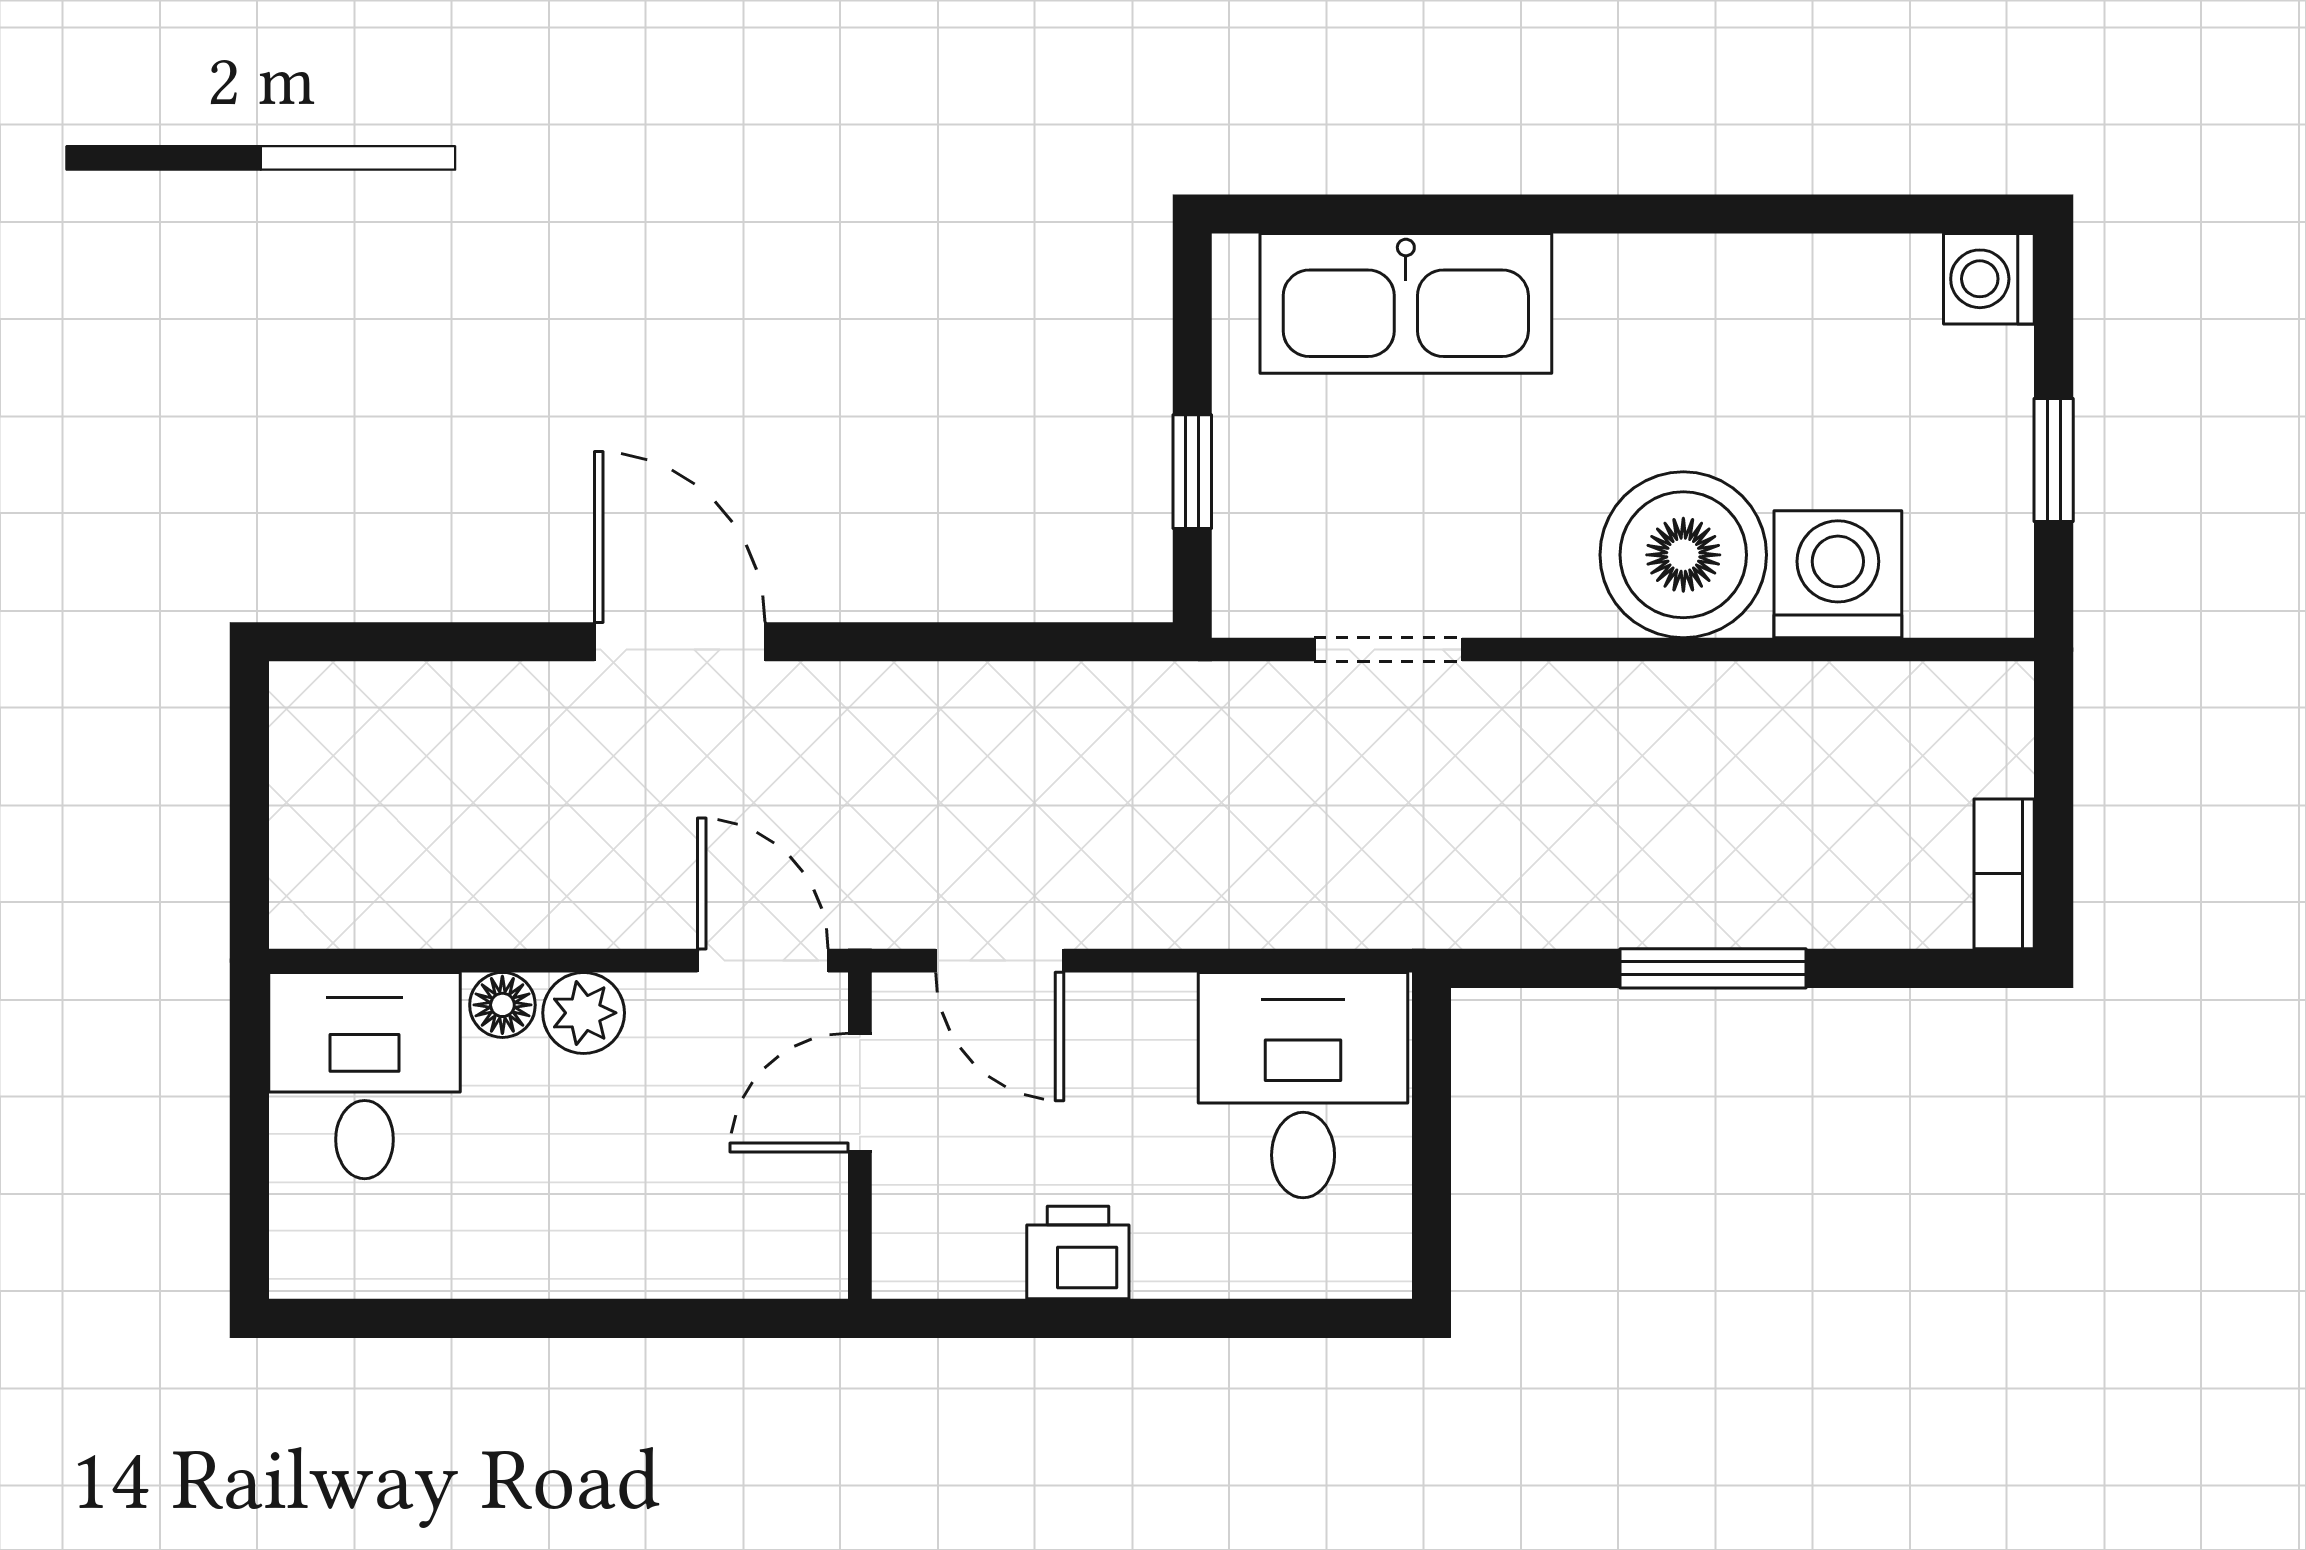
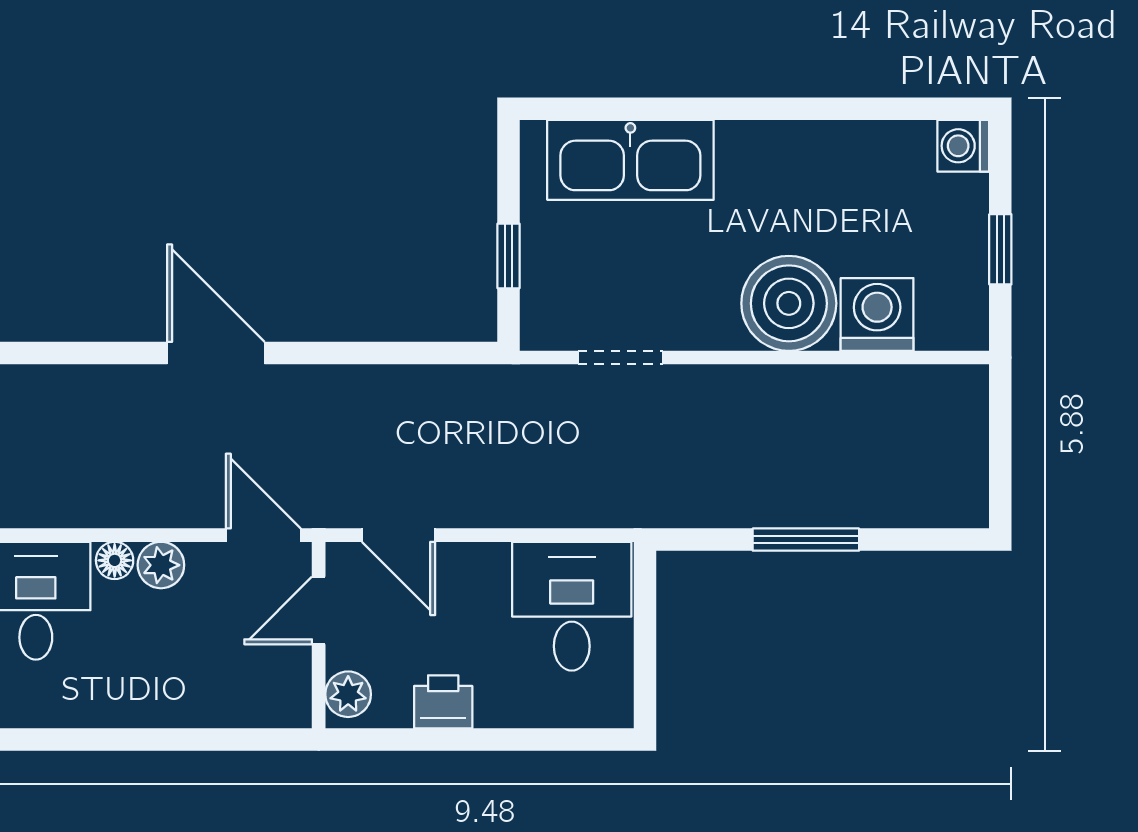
bookcase: (2004, 874) -> (972, 486), removed
plant: (911, 1239) -> (348, 694), added

